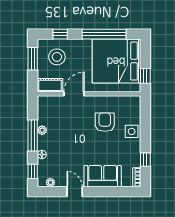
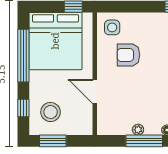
cot: (50, 85) -> (84, 120), removed
side table: (132, 131) -> (112, 27), moved

